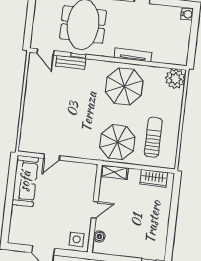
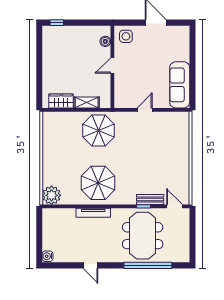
sun lounger: (153, 137) -> (66, 139), removed
door: (52, 157) -> (145, 110), moved
shelving: (114, 172) -> (87, 102), moved

